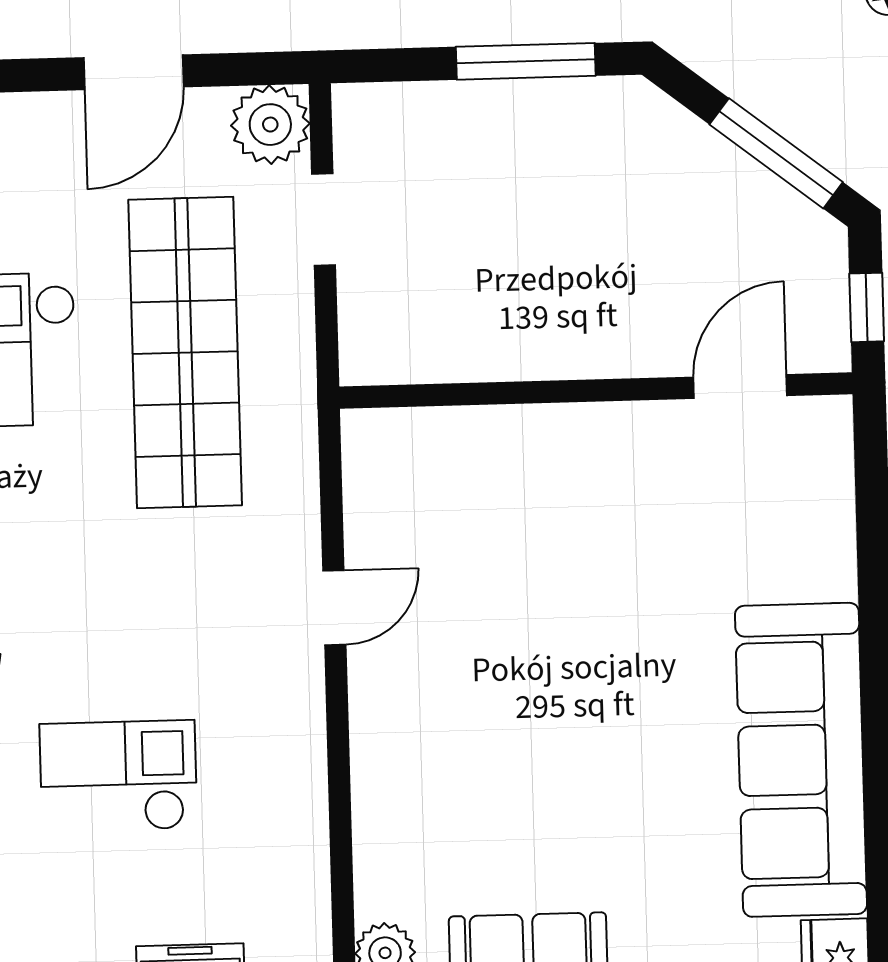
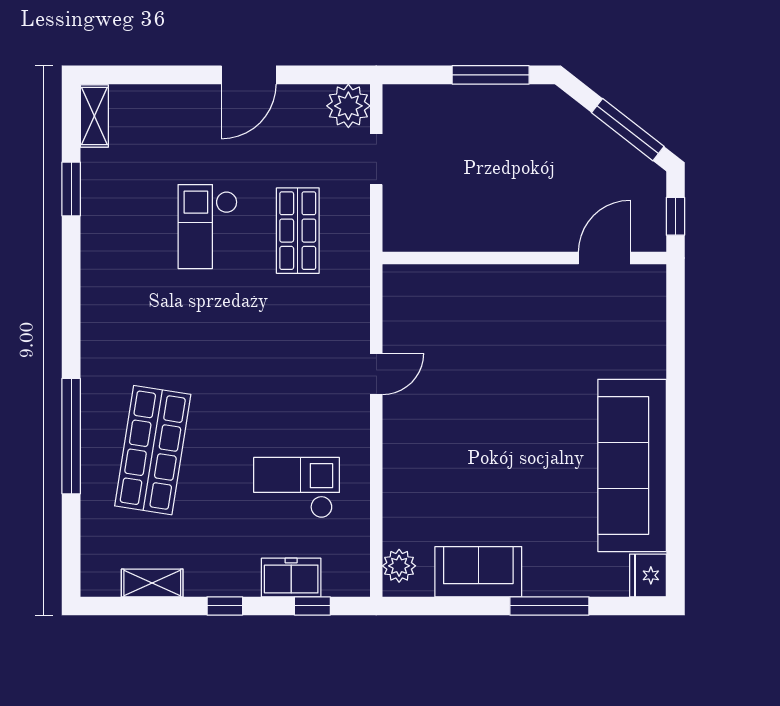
door: (134, 72) -> (249, 75), moved
shop shelf: (185, 352) -> (298, 231), width x0.50, depth x0.74
checkout: (118, 776) -> (297, 488), moved

